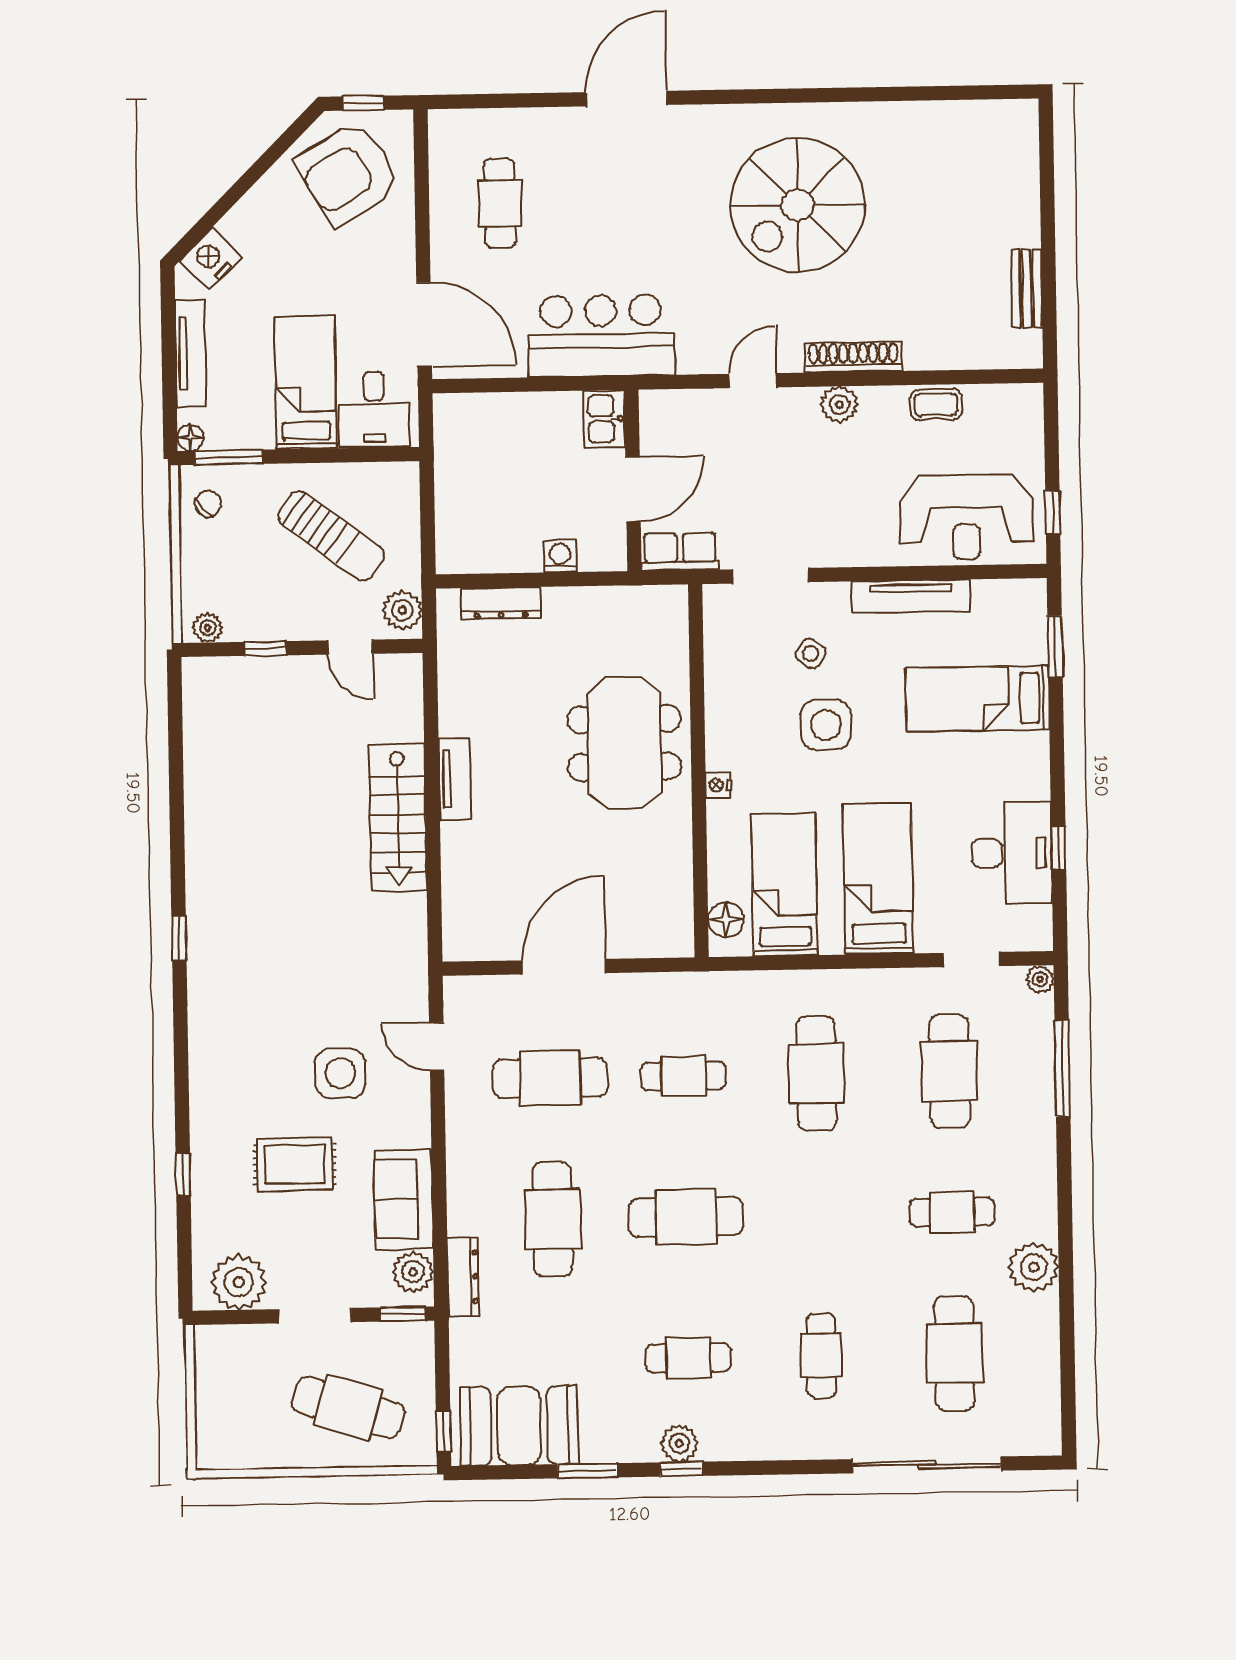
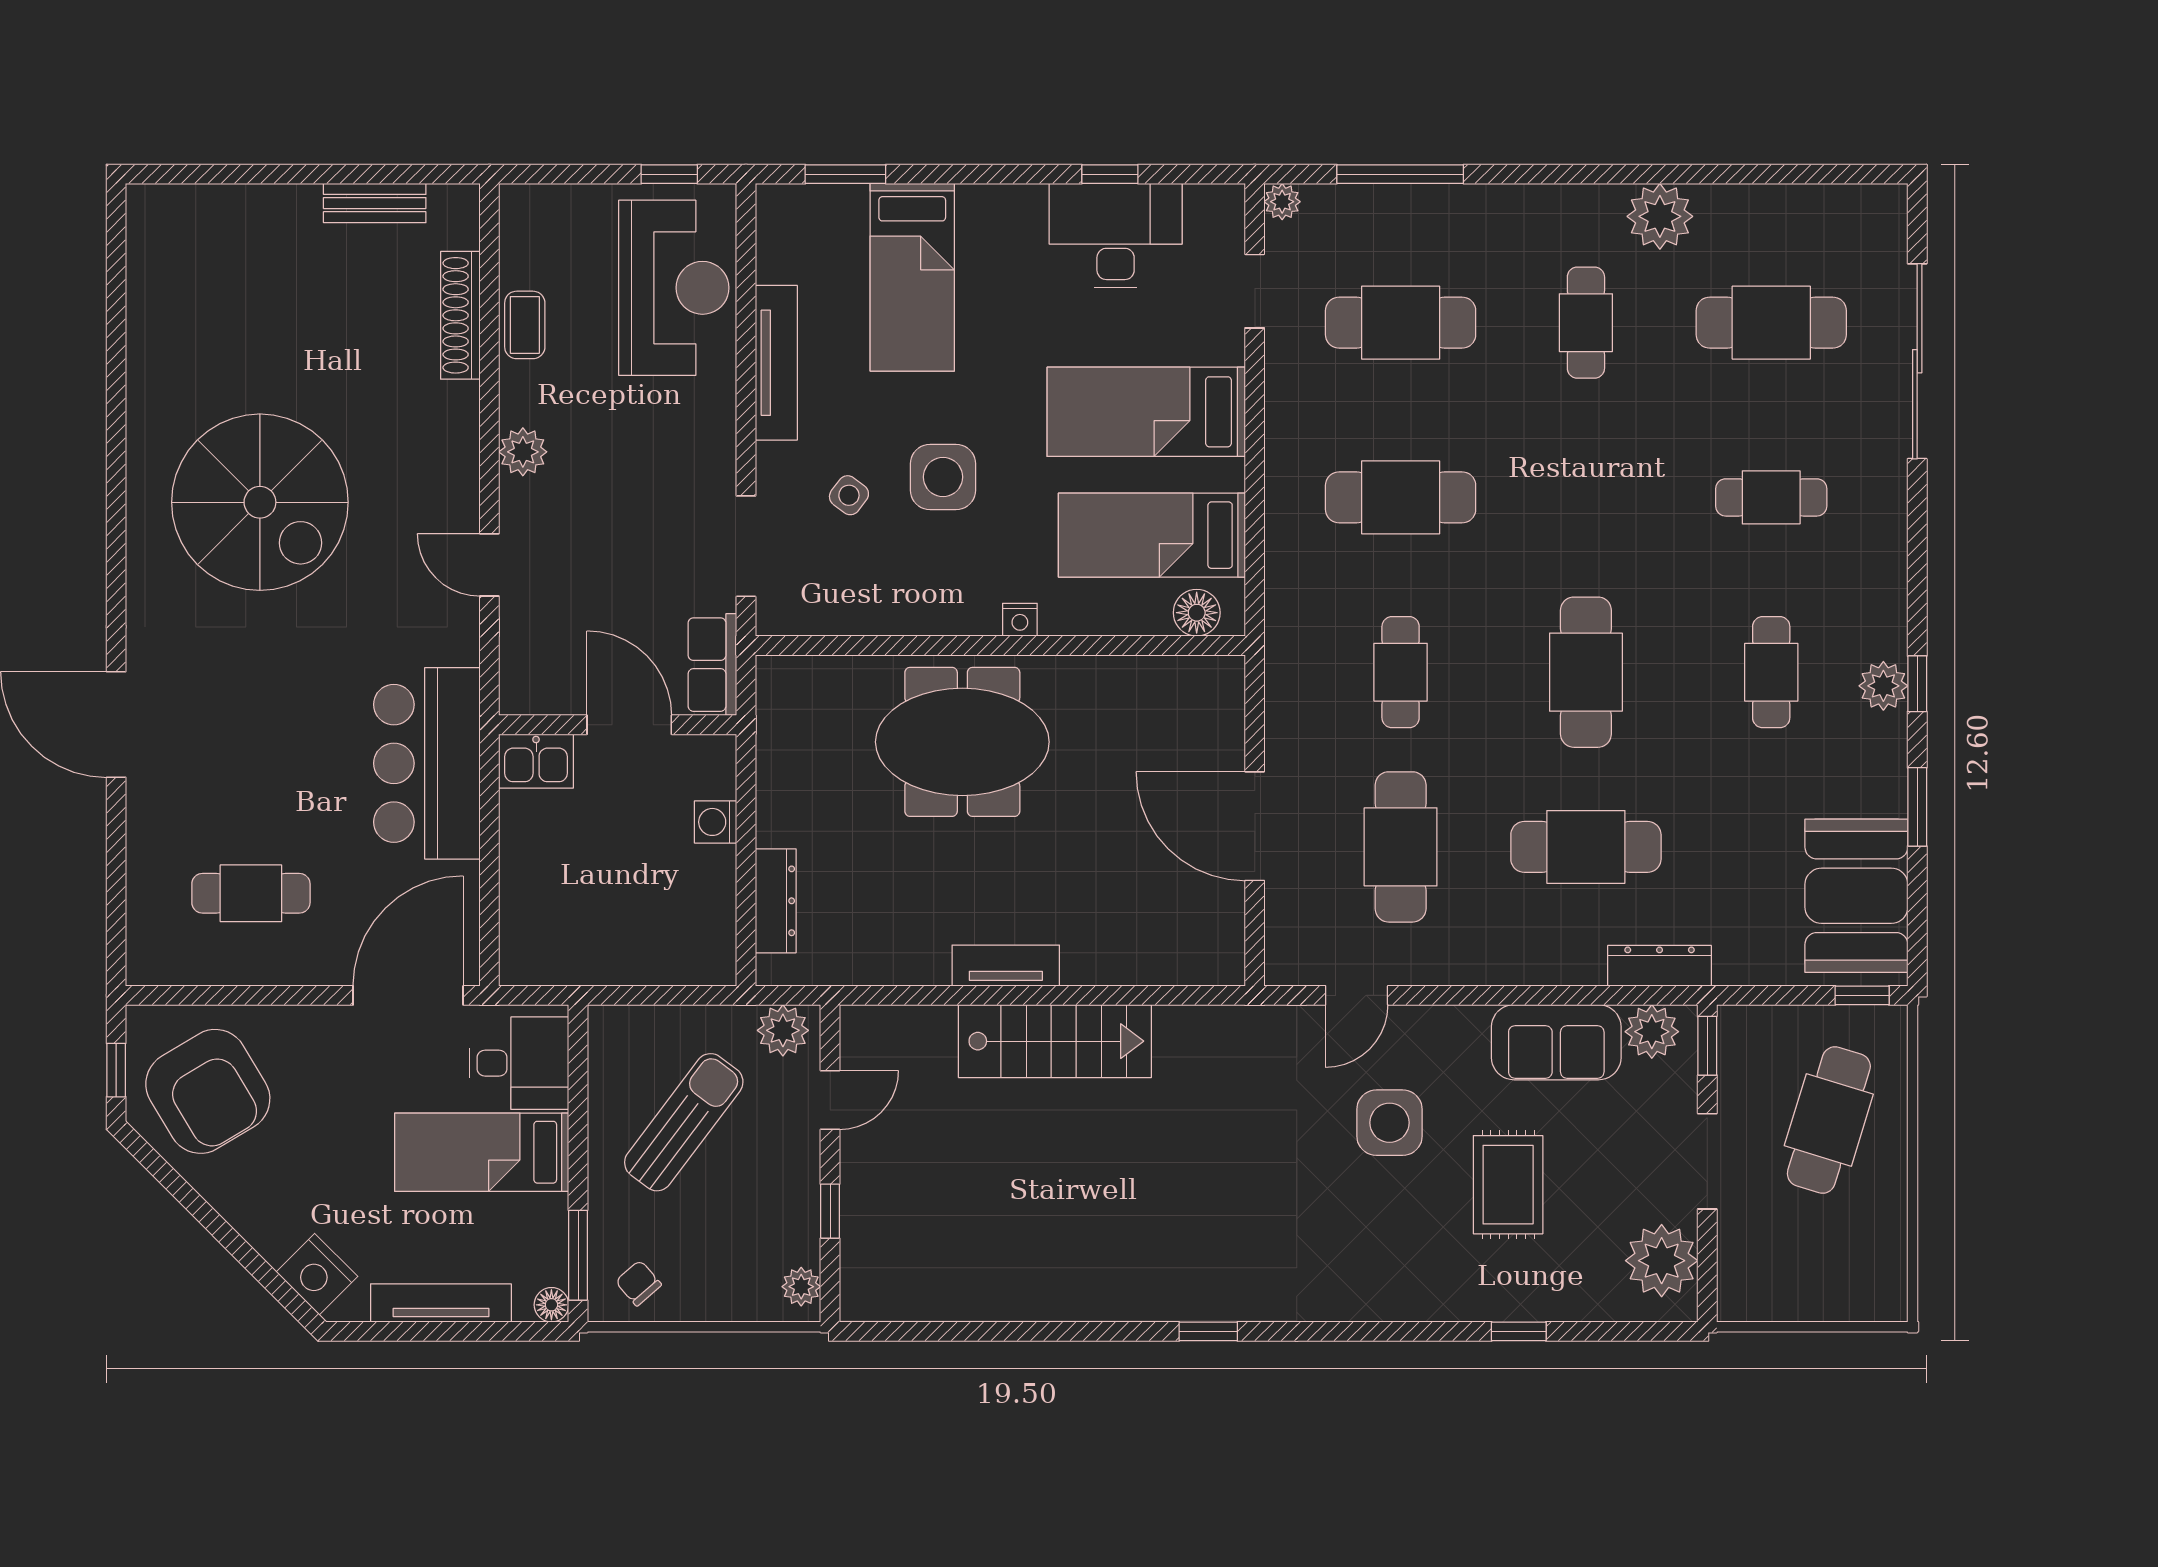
shoe rack: (853, 357) -> (460, 315), moved

